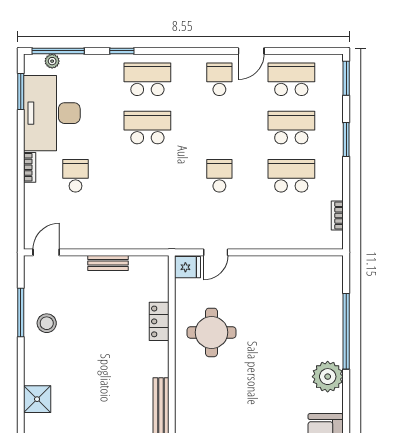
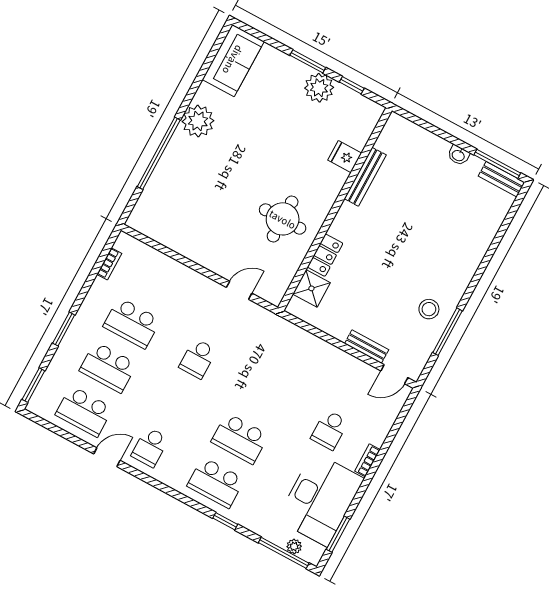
bench: (108, 263) -> (367, 347), moved
fridge: (188, 267) -> (345, 157), moved
shower: (37, 399) -> (311, 288), moved

